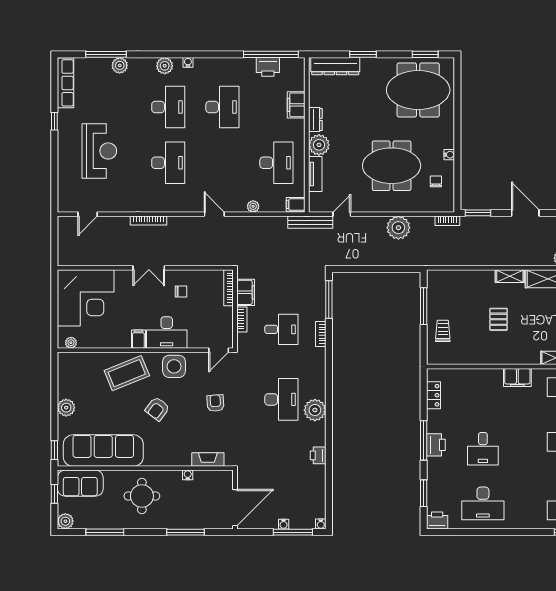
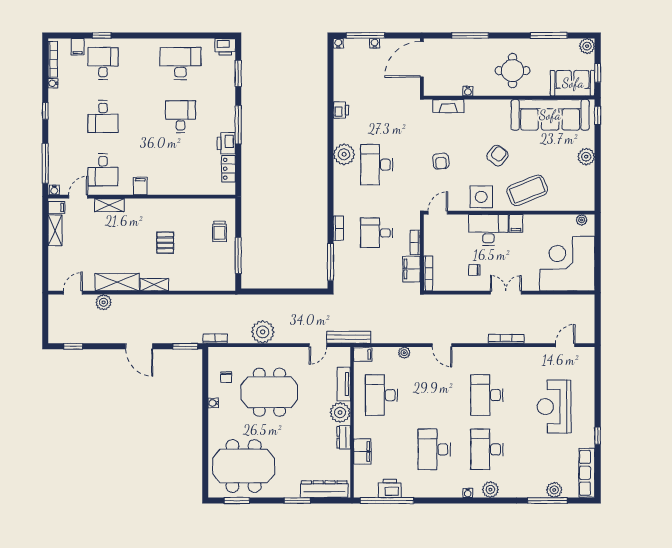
plant: (120, 65) -> (554, 490), moved
filing cabinet: (517, 377) -> (140, 186), width x0.50
printer: (436, 445) -> (226, 143), moved

